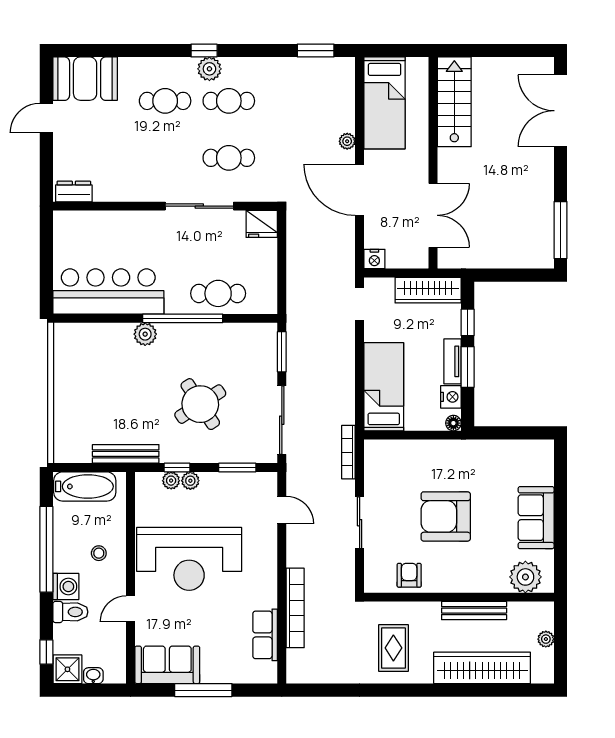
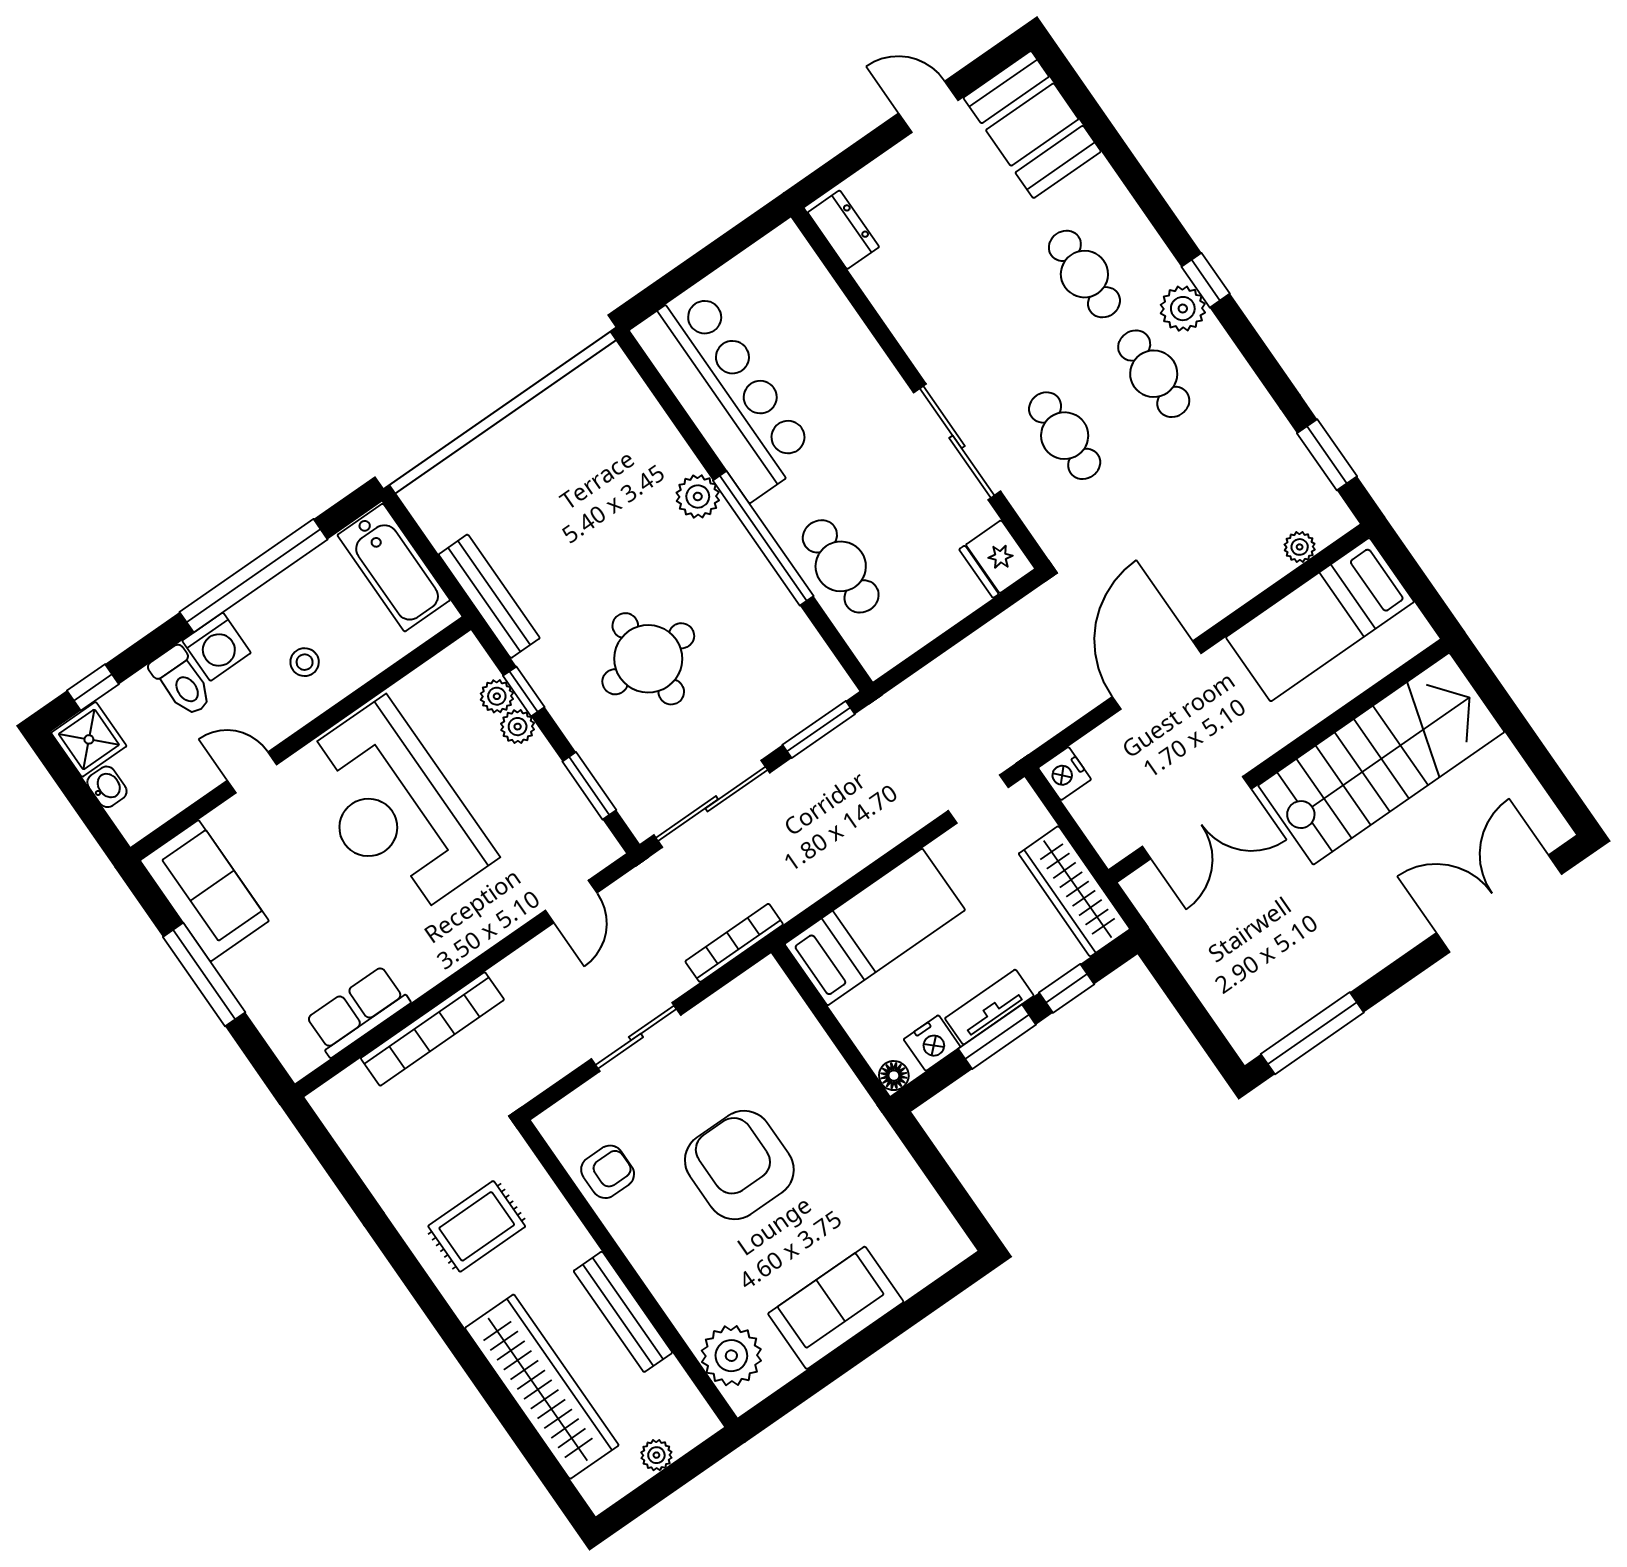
stairs: (454, 102) -> (1381, 759), width x1.36, depth x1.51
plant: (347, 141) -> (1300, 547), moved
round table: (200, 404) -> (648, 659), turned 33

